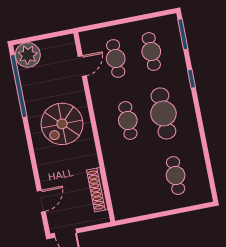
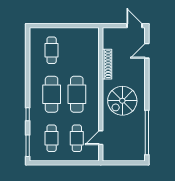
plant: (28, 55) -> (136, 152), removed
cafe table: (128, 120) -> (77, 94), width x1.37, depth x1.35
spiral stairs: (62, 124) -> (122, 101), turned 180
shoe rack: (97, 190) -> (107, 64), moved

